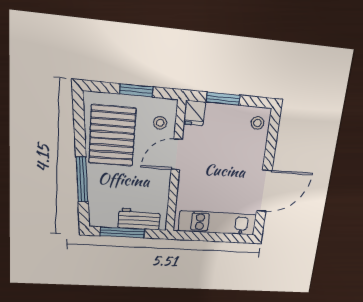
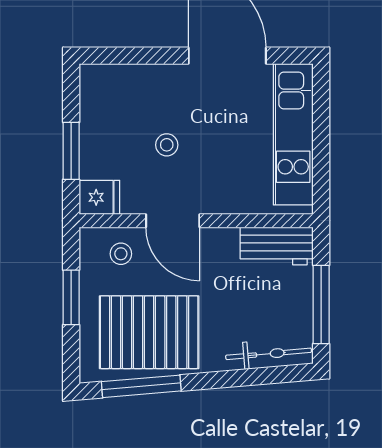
stool: (257, 123) -> (167, 145), moved
window: (82, 179) -> (141, 386), moved
bicycle: (96, 203) -> (269, 354), added
workbench: (139, 219) -> (277, 246), moved, turned -90

